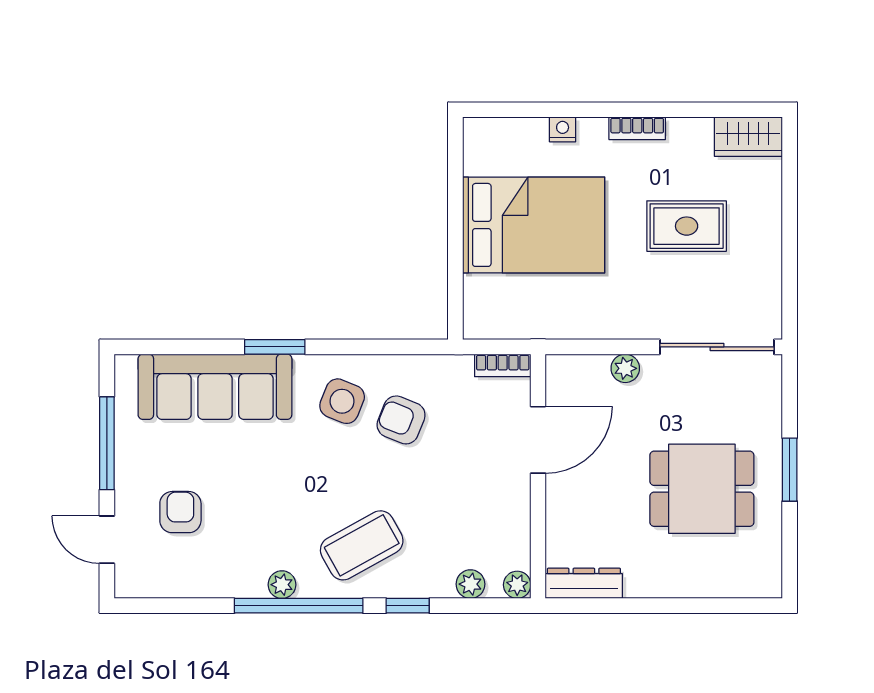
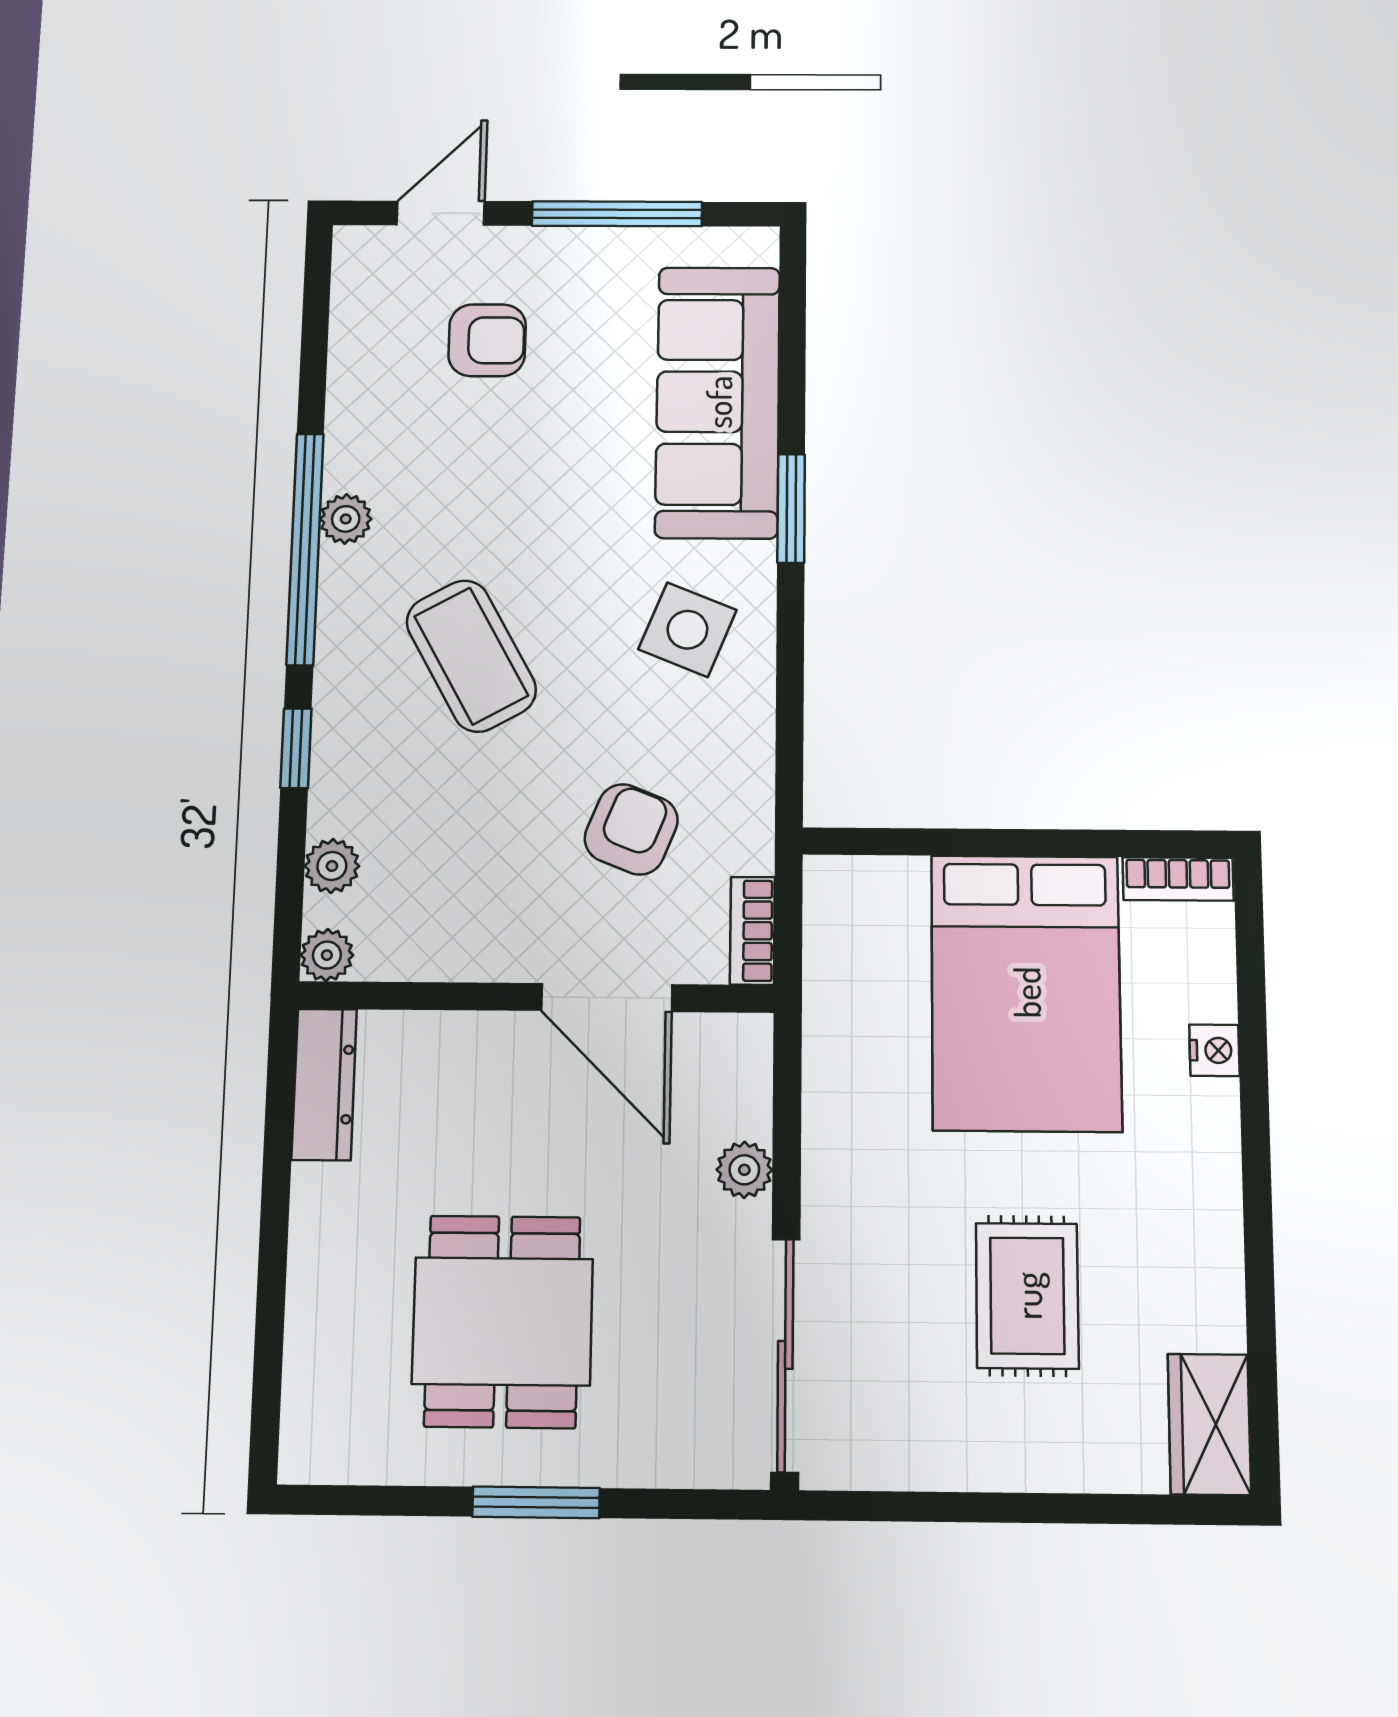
bookcase: (637, 128) -> (1178, 879), moved, turned -90
armchair: (401, 420) -> (631, 829), moved
coffee table: (362, 545) -> (471, 656), moved

